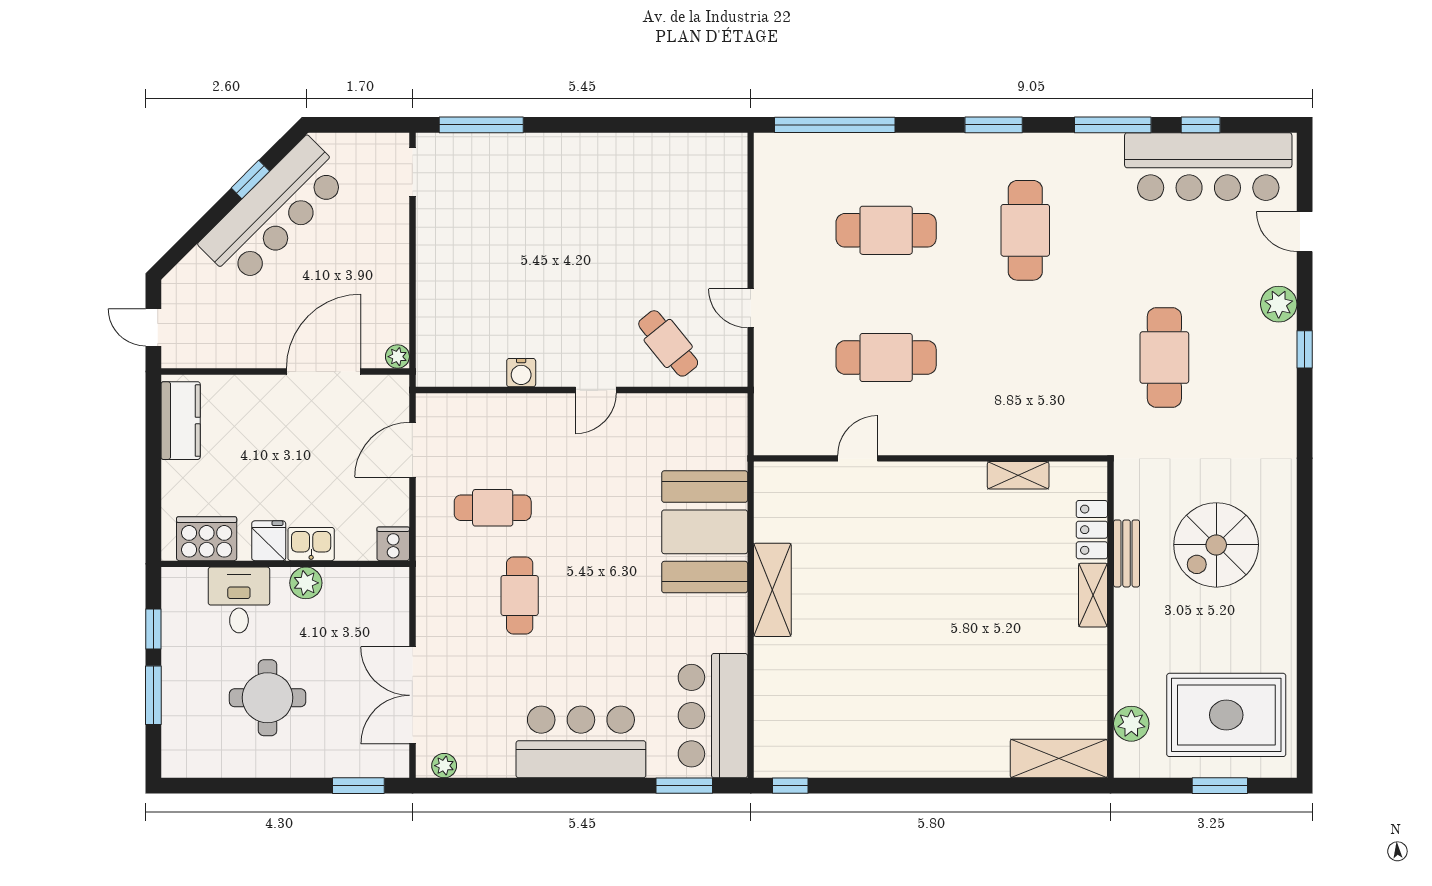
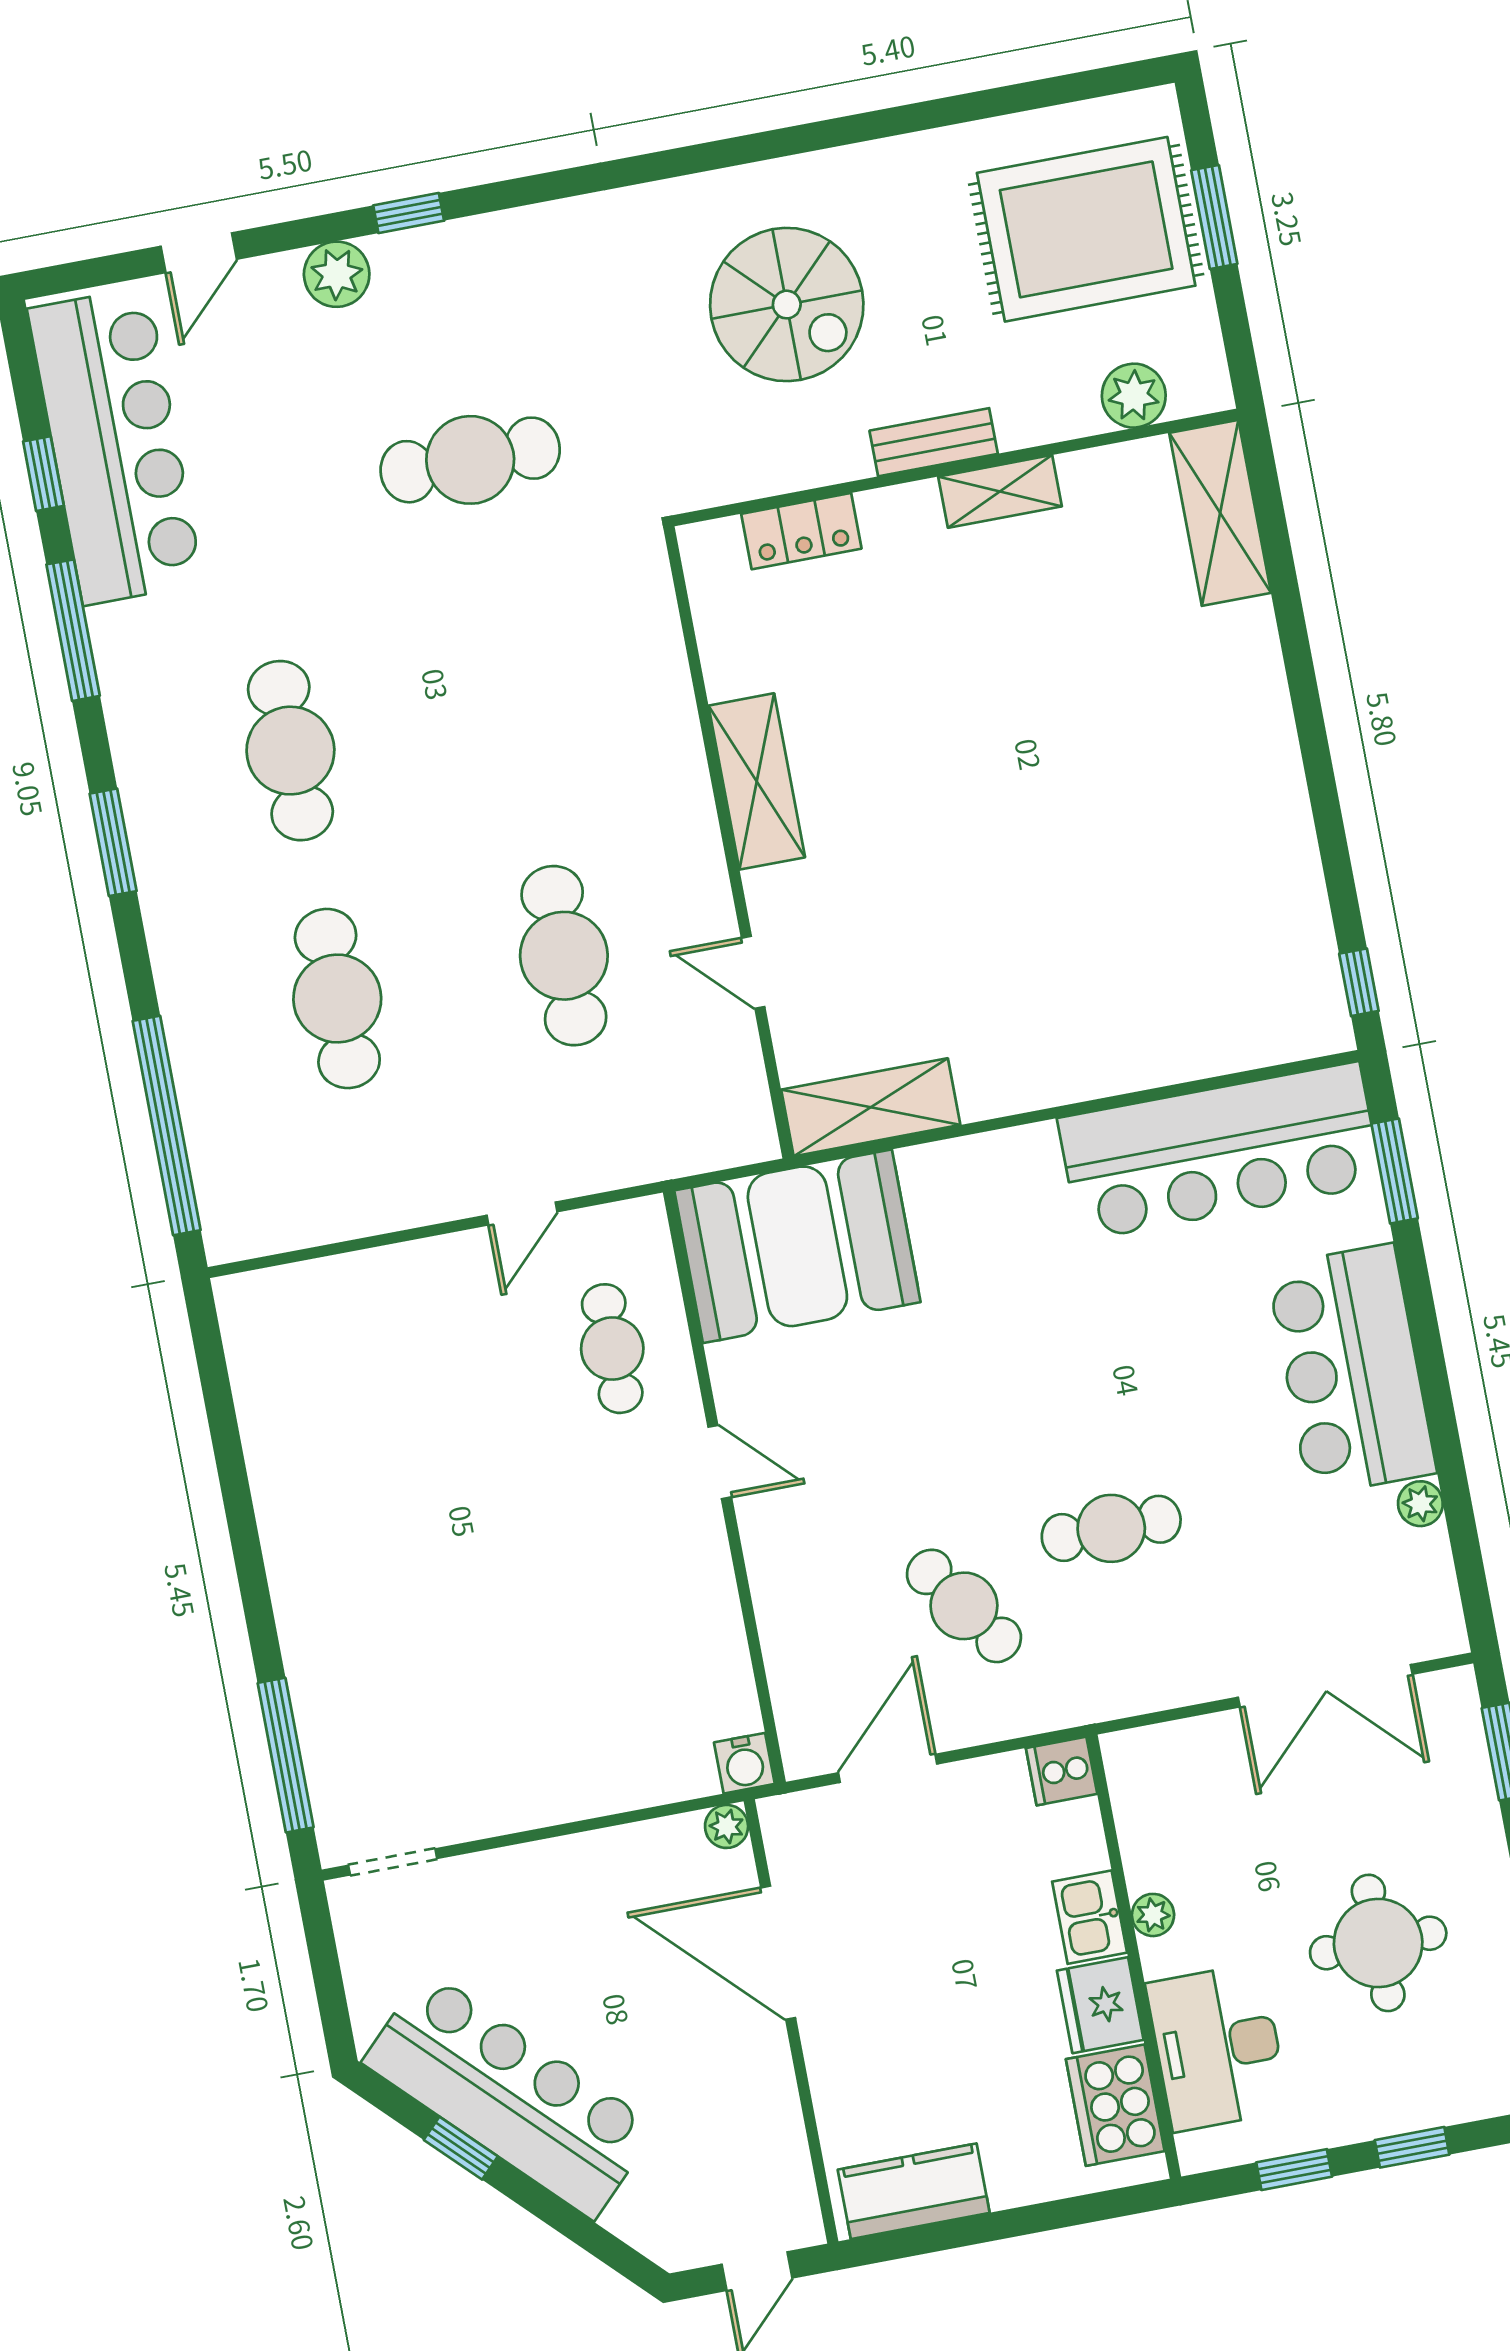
cafe table: (1025, 230) -> (290, 751), turned 90
cafe table: (668, 343) -> (612, 1349), turned -51
water cooler: (521, 373) -> (744, 1763), moved, turned 90
door: (412, 450) -> (888, 1768), swing flipped
shelving: (1018, 475) -> (757, 781), moved, width x1.50, depth x1.33
cafe table: (493, 508) -> (964, 1606), turned -35
booth: (705, 532) -> (797, 1246), moved
fridge: (269, 541) -> (1100, 2005), width x1.38
bench: (1127, 553) -> (934, 442), moved
plant: (306, 583) -> (1153, 1915), width x0.73, depth x0.73
shelving: (772, 590) -> (871, 1107), moved
shelving: (1093, 595) -> (1000, 491), moved
desk: (239, 600) -> (1217, 2047), width x1.37
window: (153, 695) -> (1412, 2147), width x0.67
rug: (1226, 715) -> (1086, 229), turned 90
bar counter: (713, 716) -> (1220, 1151), width x1.36
plant: (444, 766) -> (1420, 1504), moved

